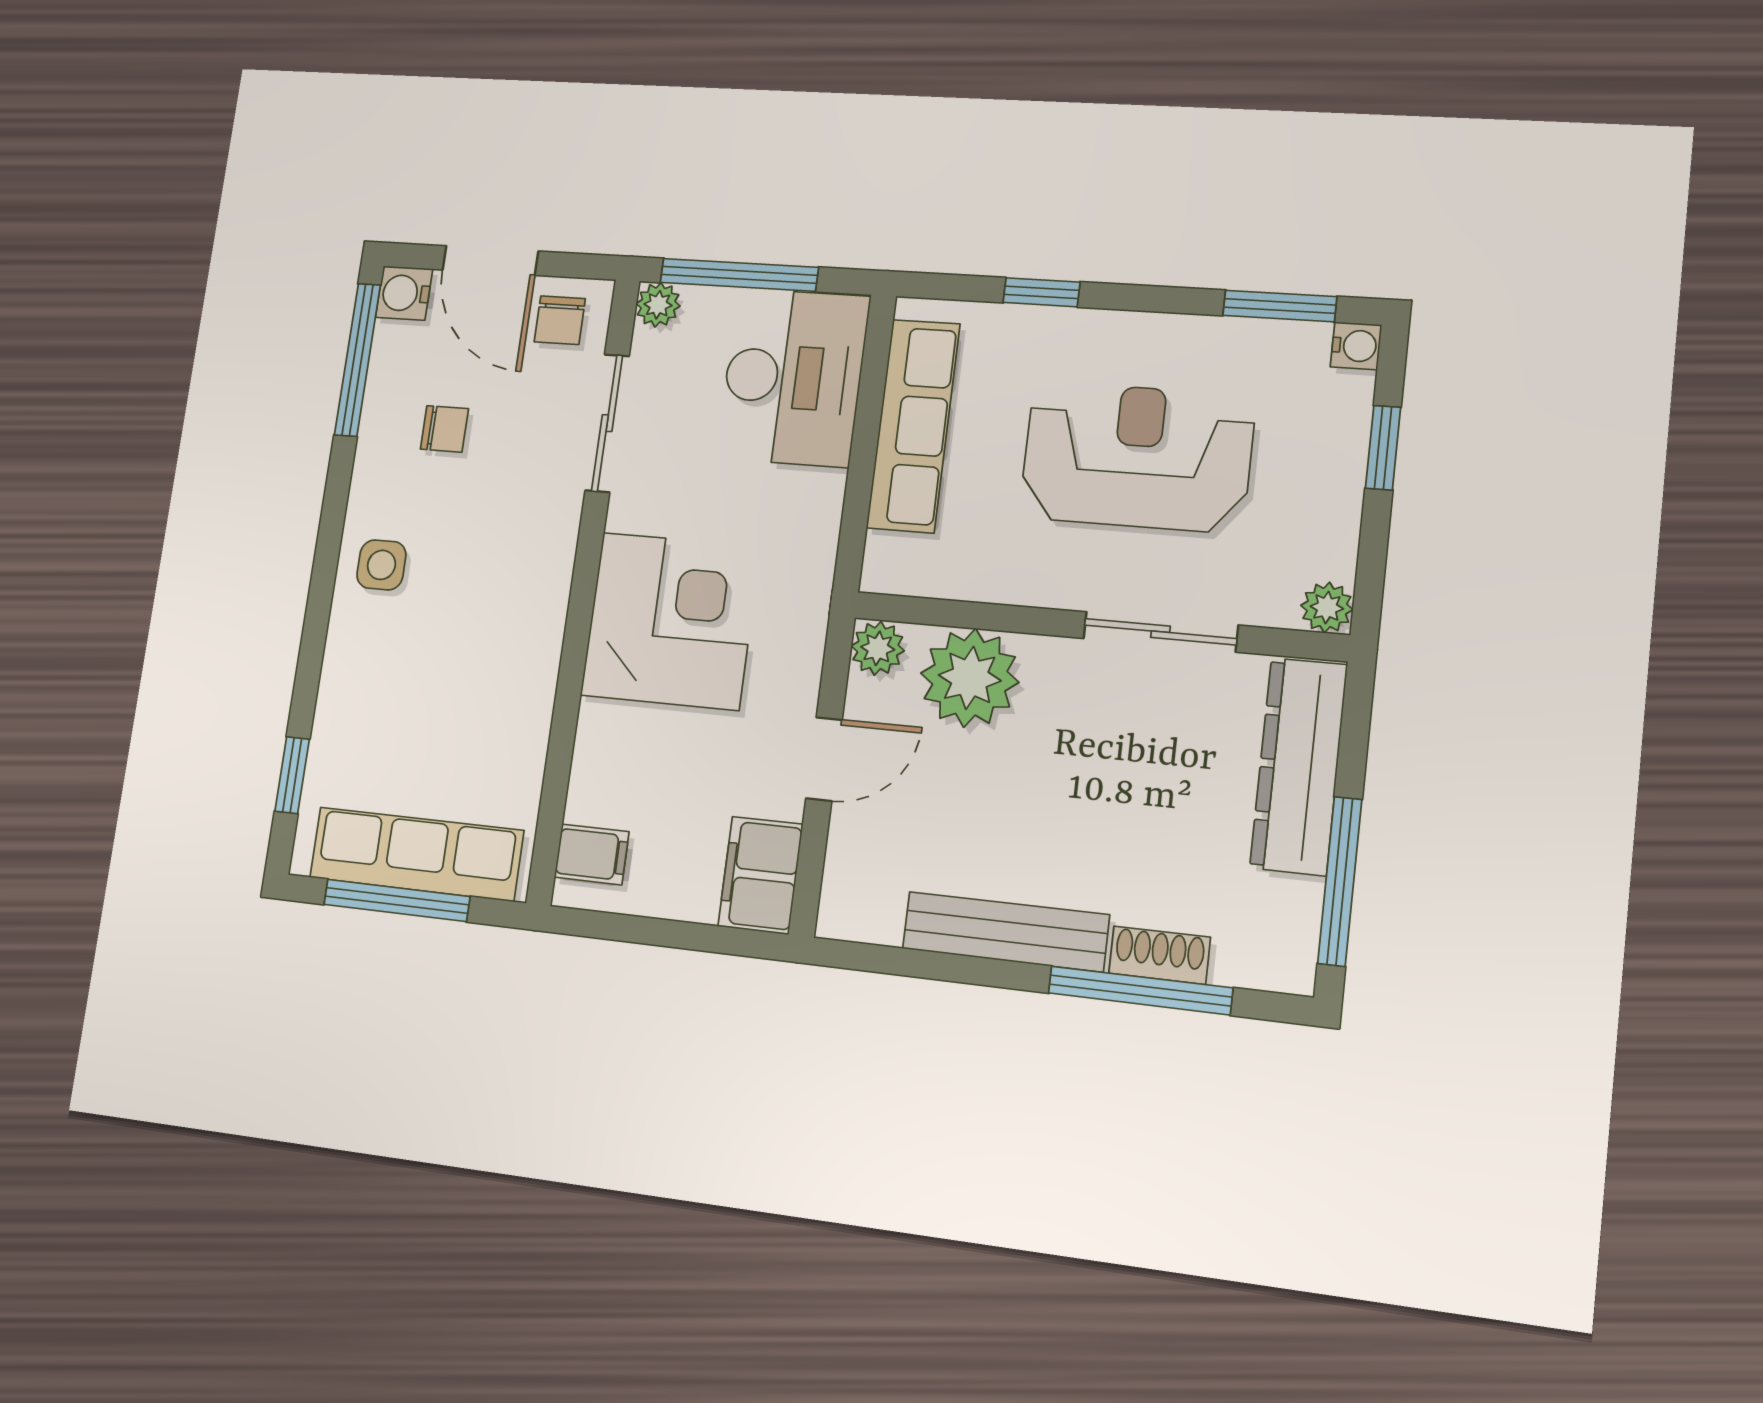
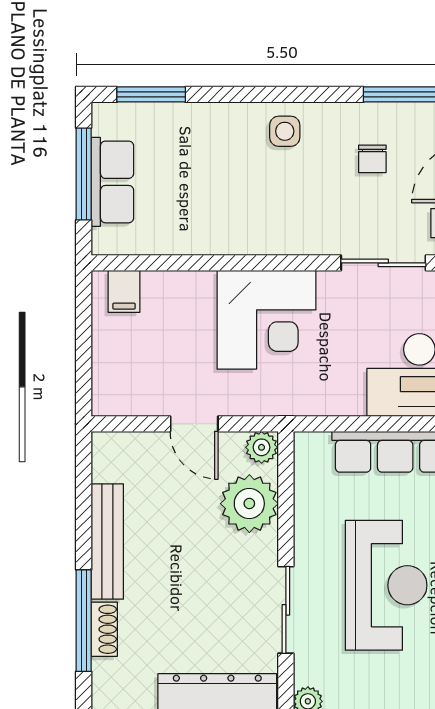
window: (292, 775) -> (151, 94), width x1.50
row of seats: (416, 854) -> (112, 182), width x0.68
filing cabinet: (760, 875) -> (123, 395), removed

